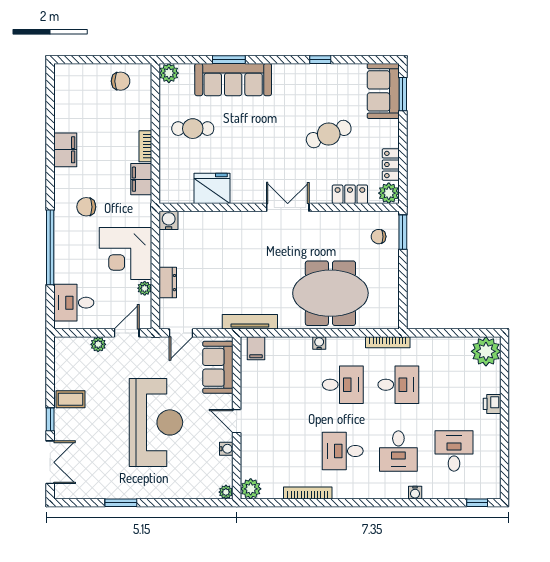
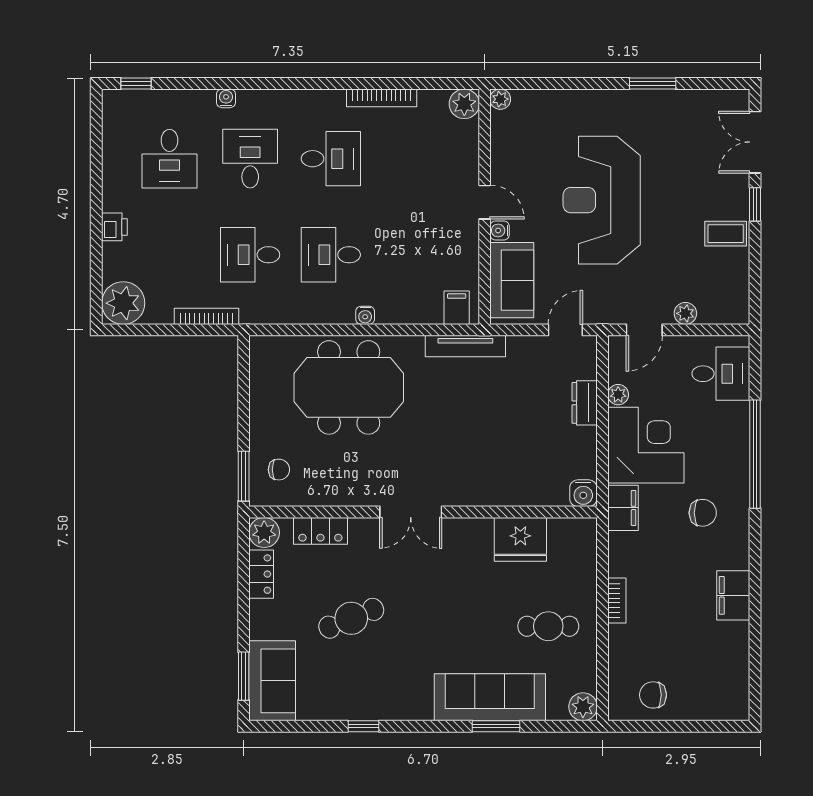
filing cabinet: (141, 179) -> (623, 508), moved
bookcase: (388, 342) -> (206, 316), moved
water cooler: (226, 449) -> (500, 230), moved

